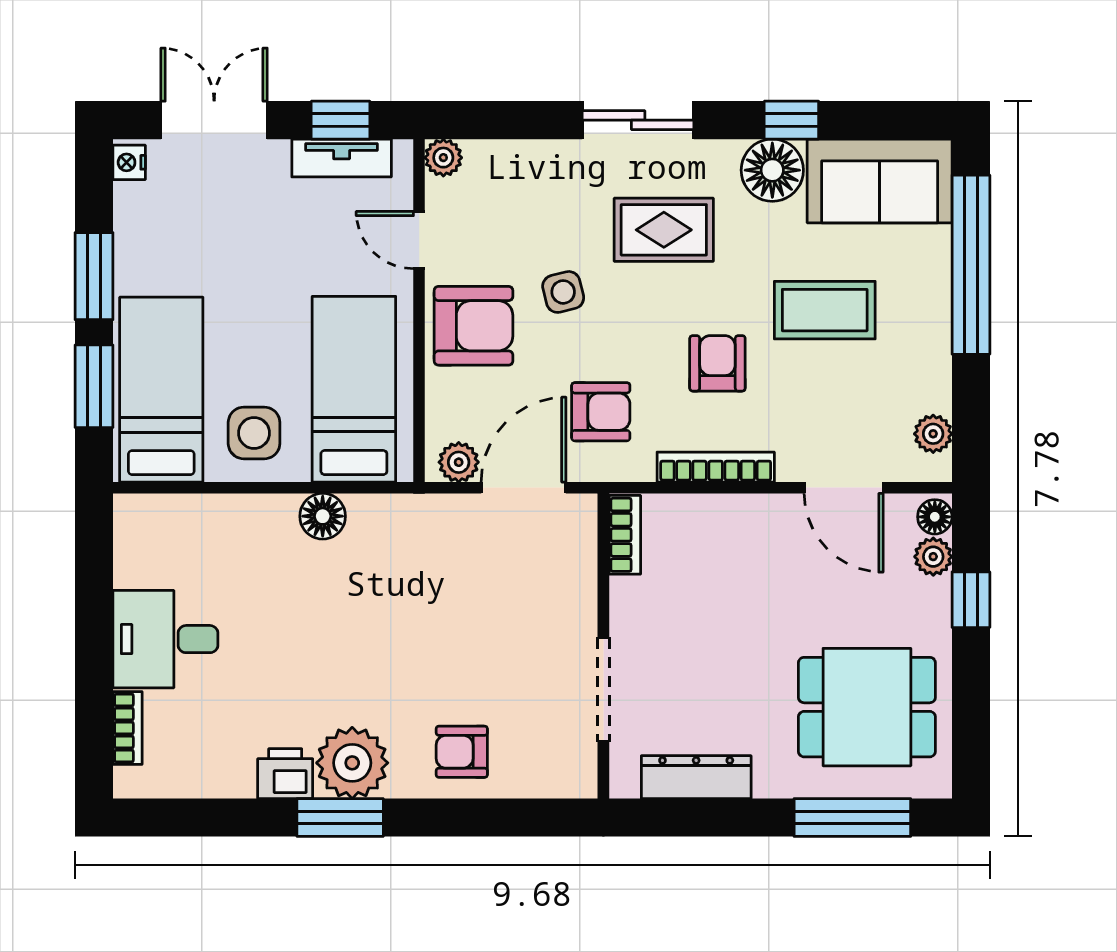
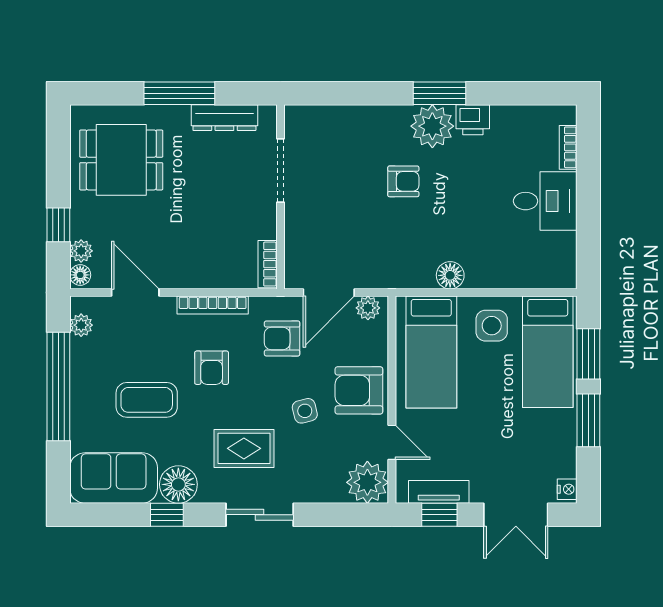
plant: (443, 158) -> (367, 482), width x1.88, depth x1.88
window: (971, 265) -> (58, 386), moved
armchair: (462, 752) -> (403, 181), moved
window: (852, 817) -> (179, 93), moved

